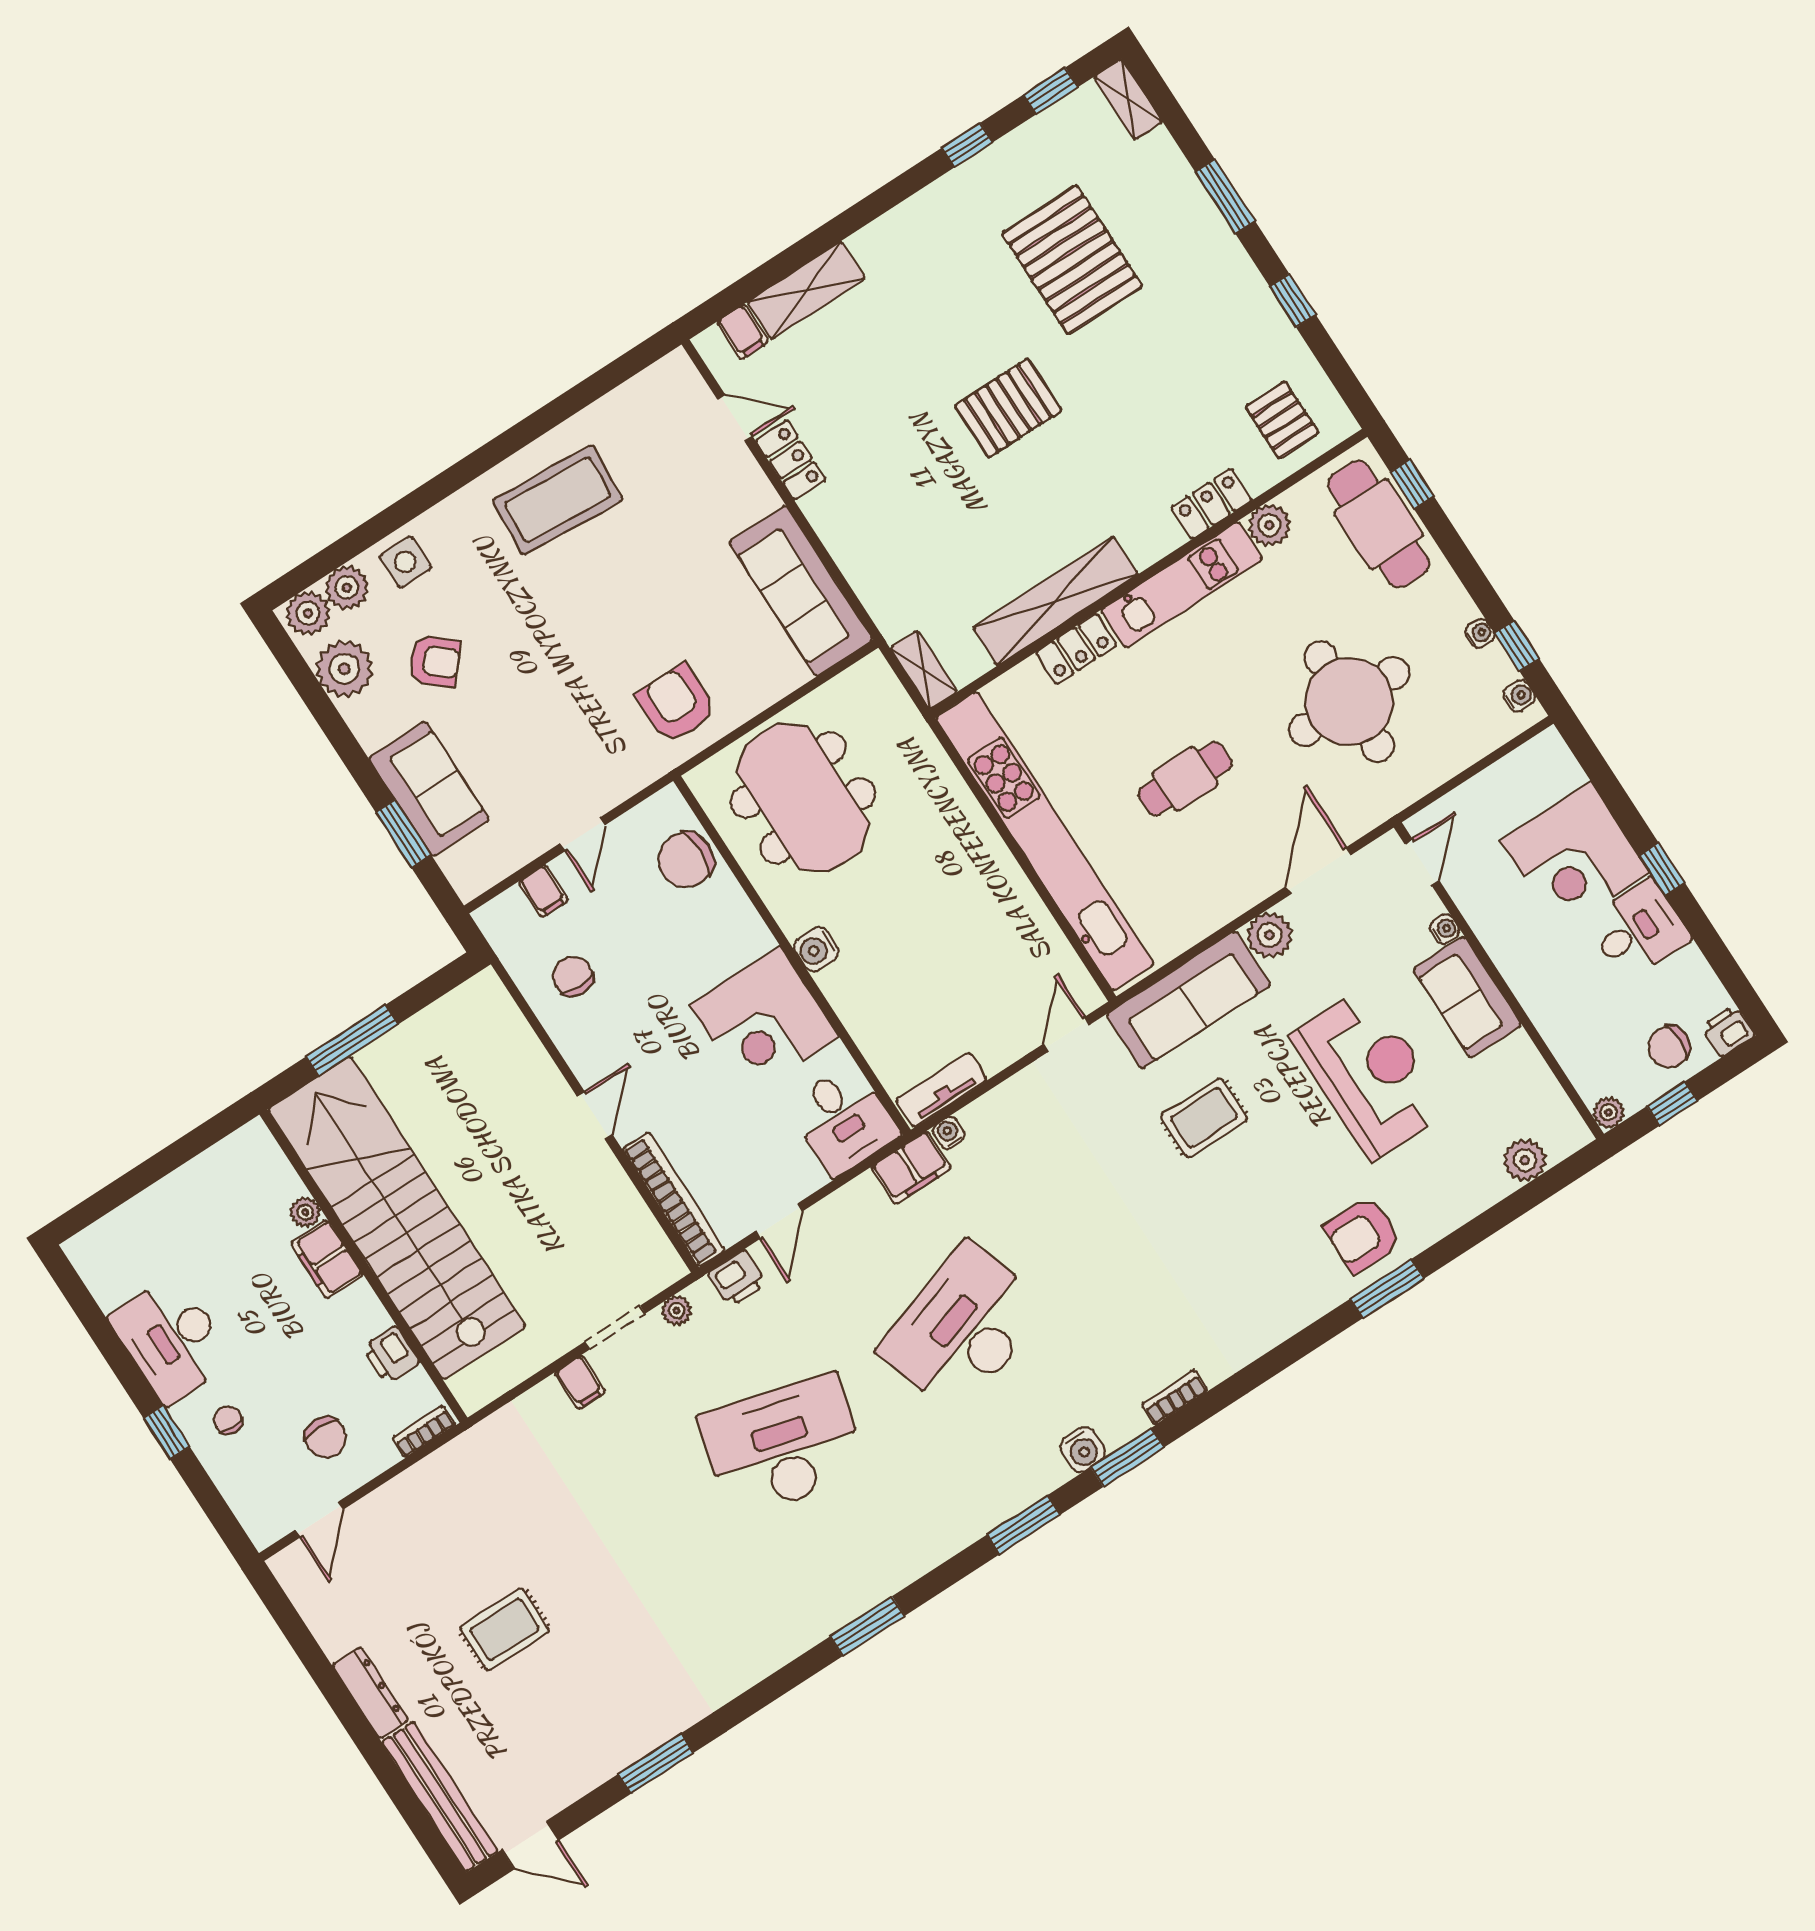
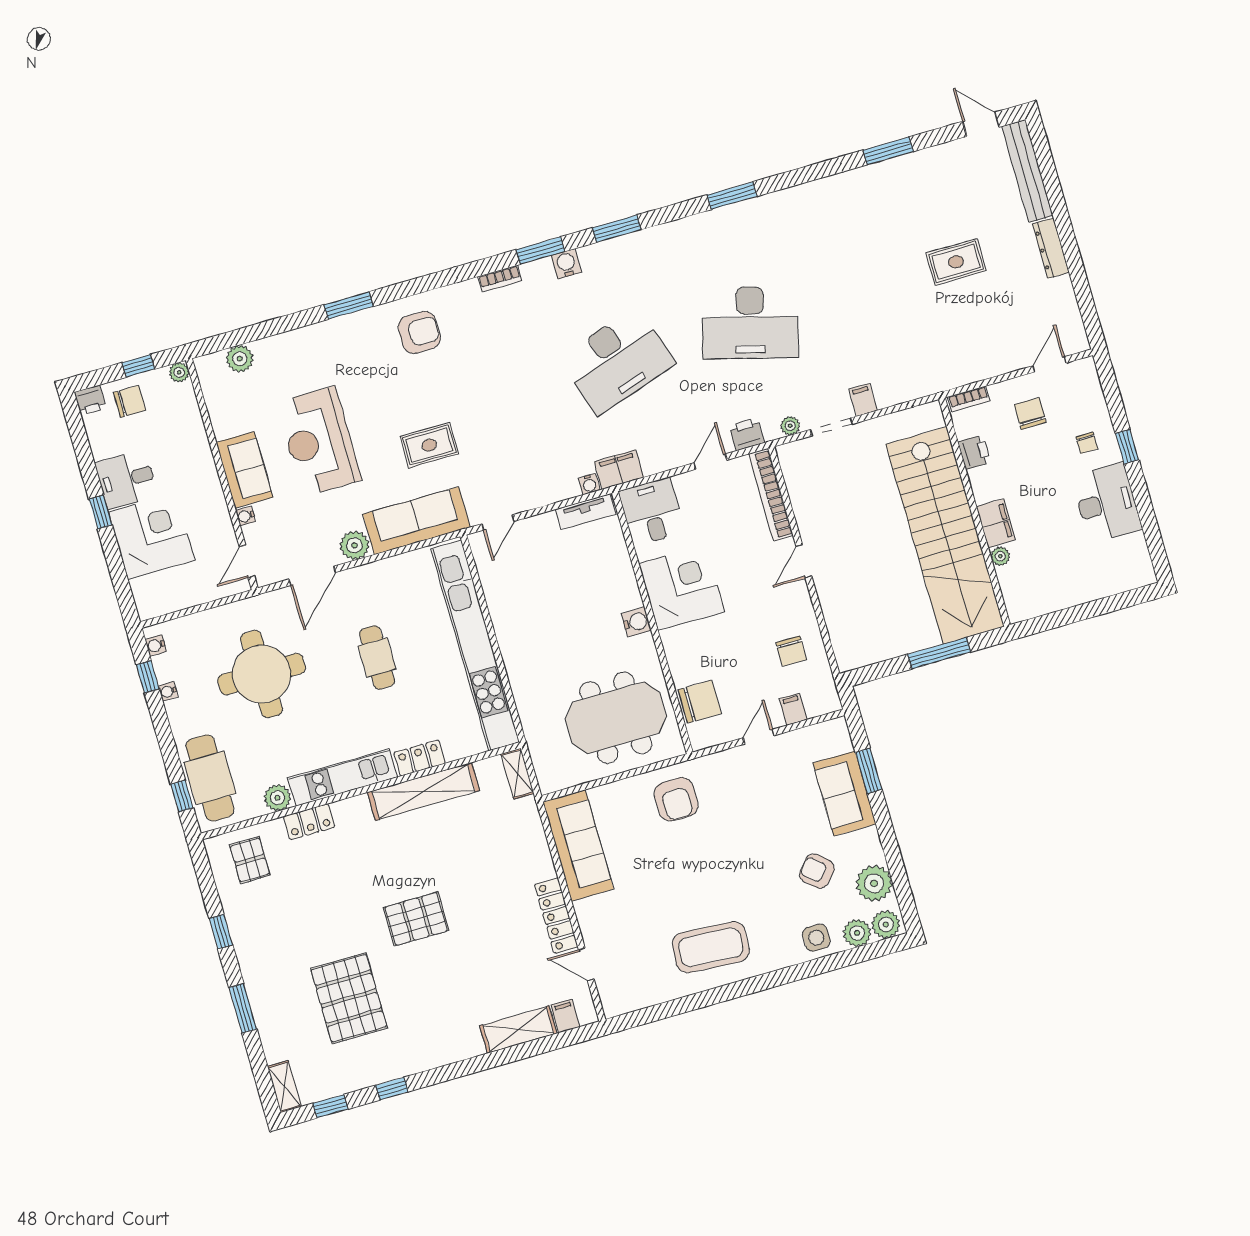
locker: (791, 460) -> (556, 916), width x1.53
cafe table: (1185, 779) -> (377, 657), turned 90
meeting table: (803, 798) -> (616, 718), turned 90
armchair: (1362, 1235) -> (419, 332), moved

